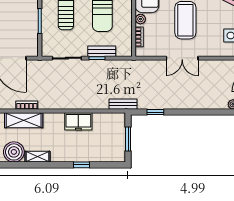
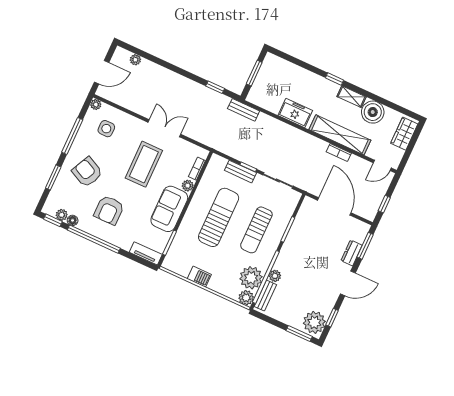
shelving: (24, 120) -> (340, 135), width x1.47
window: (82, 165) -> (335, 79), moved

